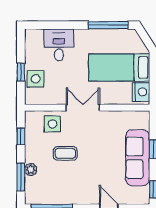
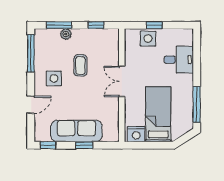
double door: (83, 108) -> (122, 81), swing flipped
side table: (52, 124) -> (54, 78), moved

